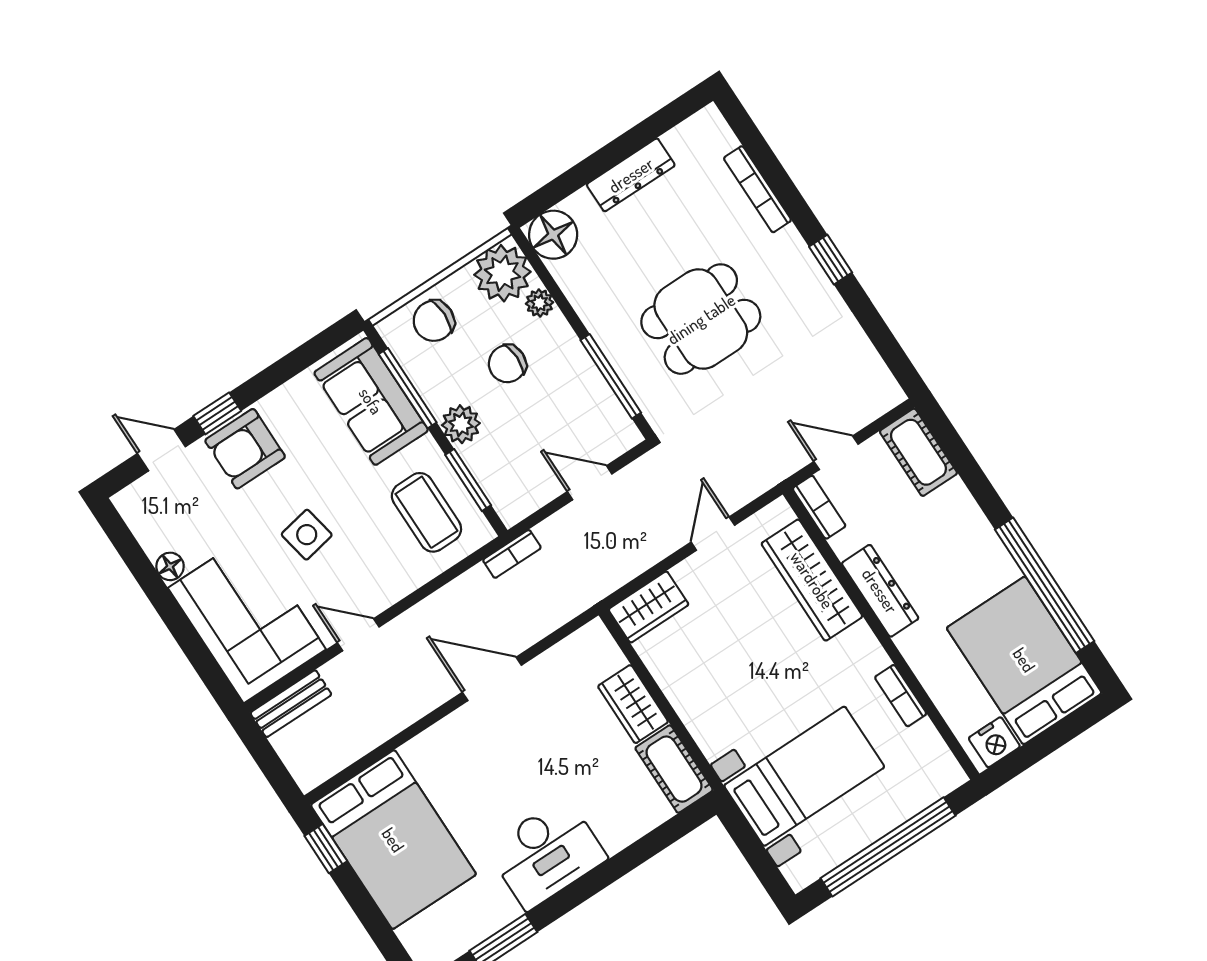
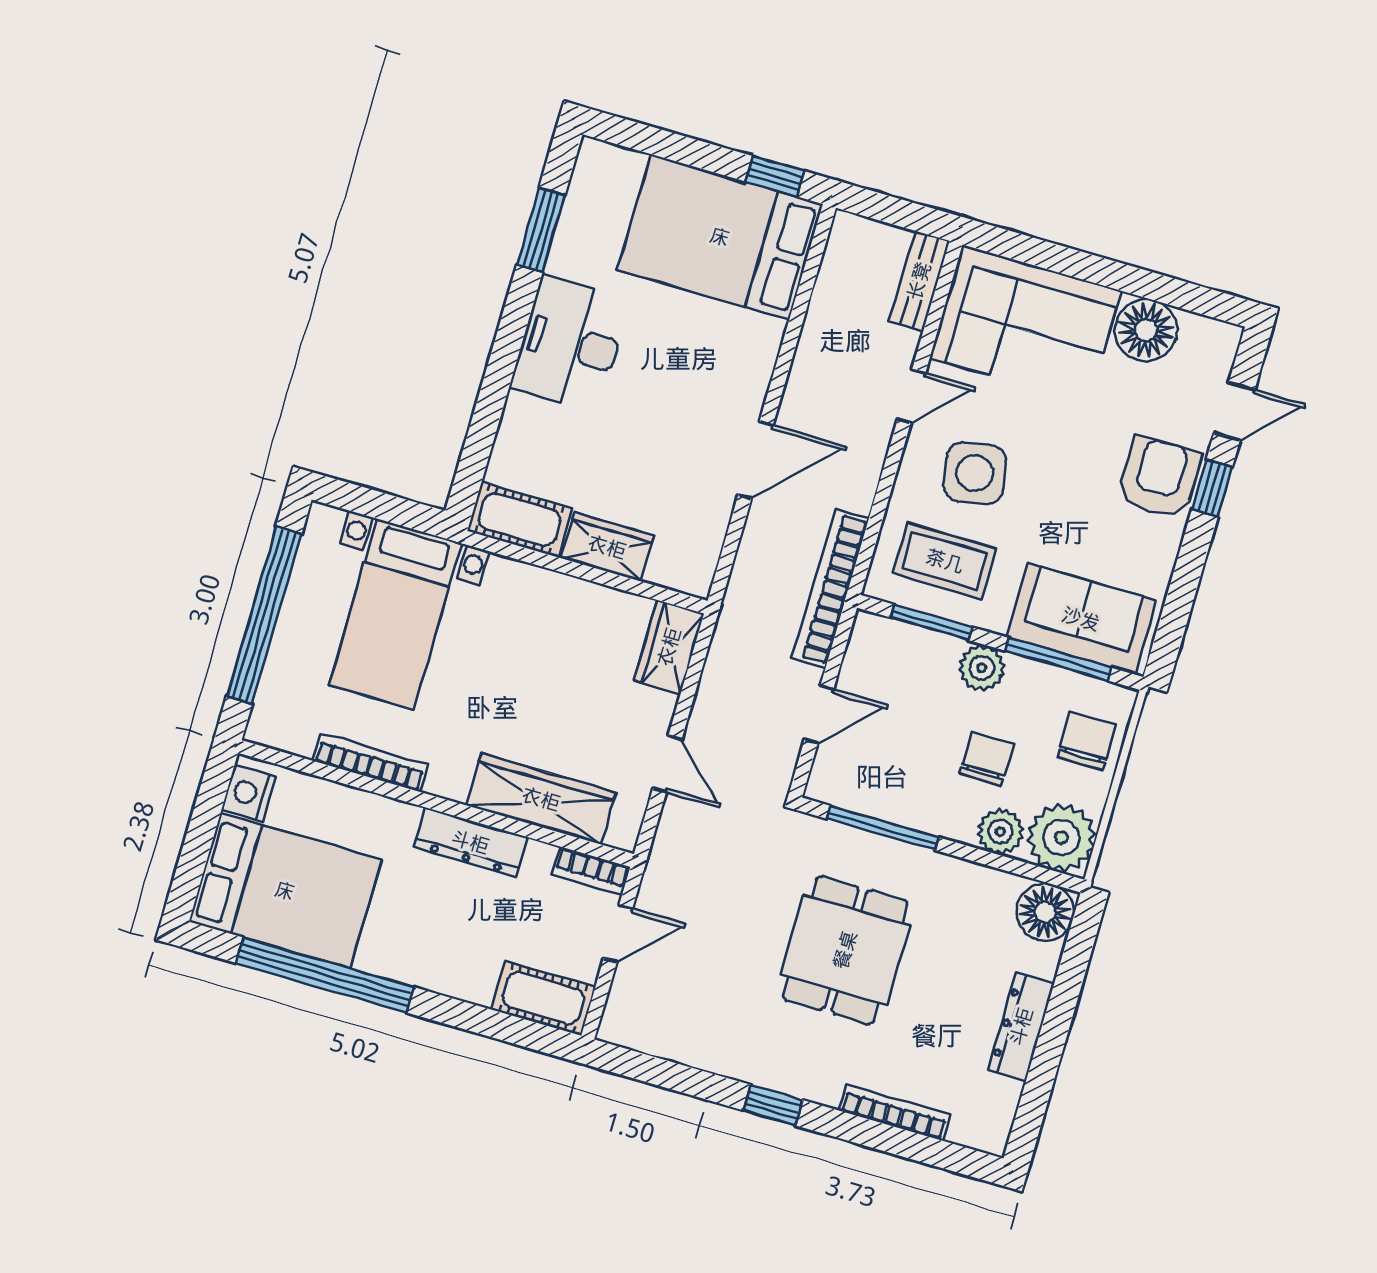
plant: (539, 303) -> (1000, 832), width x1.38, depth x1.38
side table: (307, 535) -> (975, 473), moved, width x1.37, depth x1.37
bookcase: (512, 554) -> (830, 588), width x2.31, depth x1.31
floor lamp: (170, 566) -> (1146, 330), width x1.89, depth x1.89
bookcase: (901, 696) -> (370, 763), width x1.56

